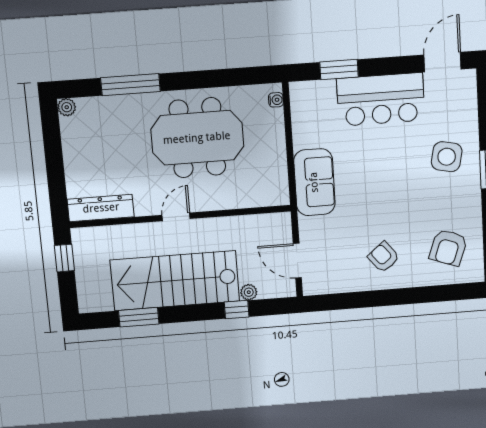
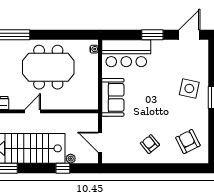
window: (339, 70) -> (152, 35), moved
bar counter: (381, 99) -> (126, 53), moved
armchair: (448, 248) -> (188, 141), turned 133

